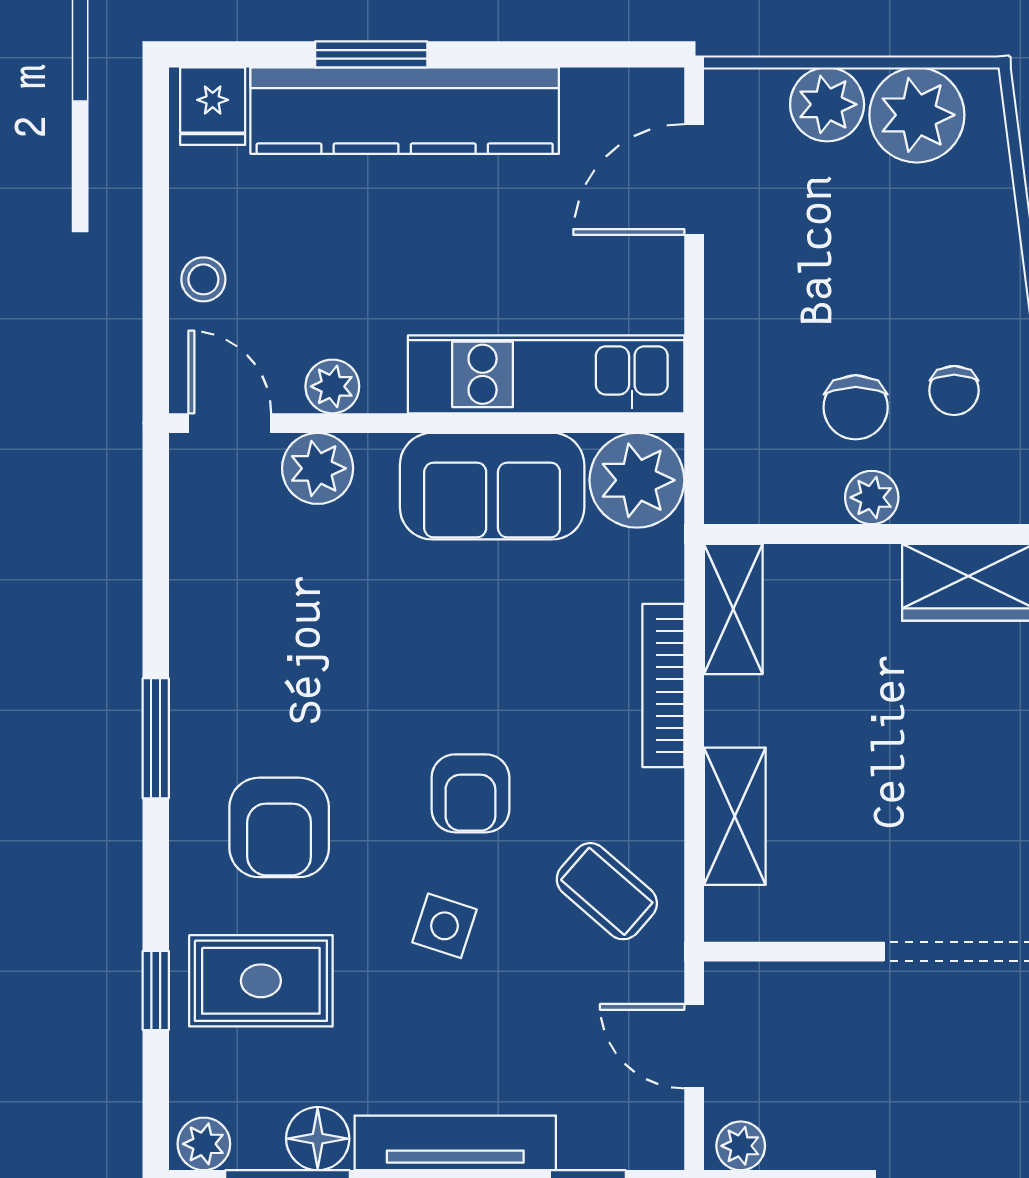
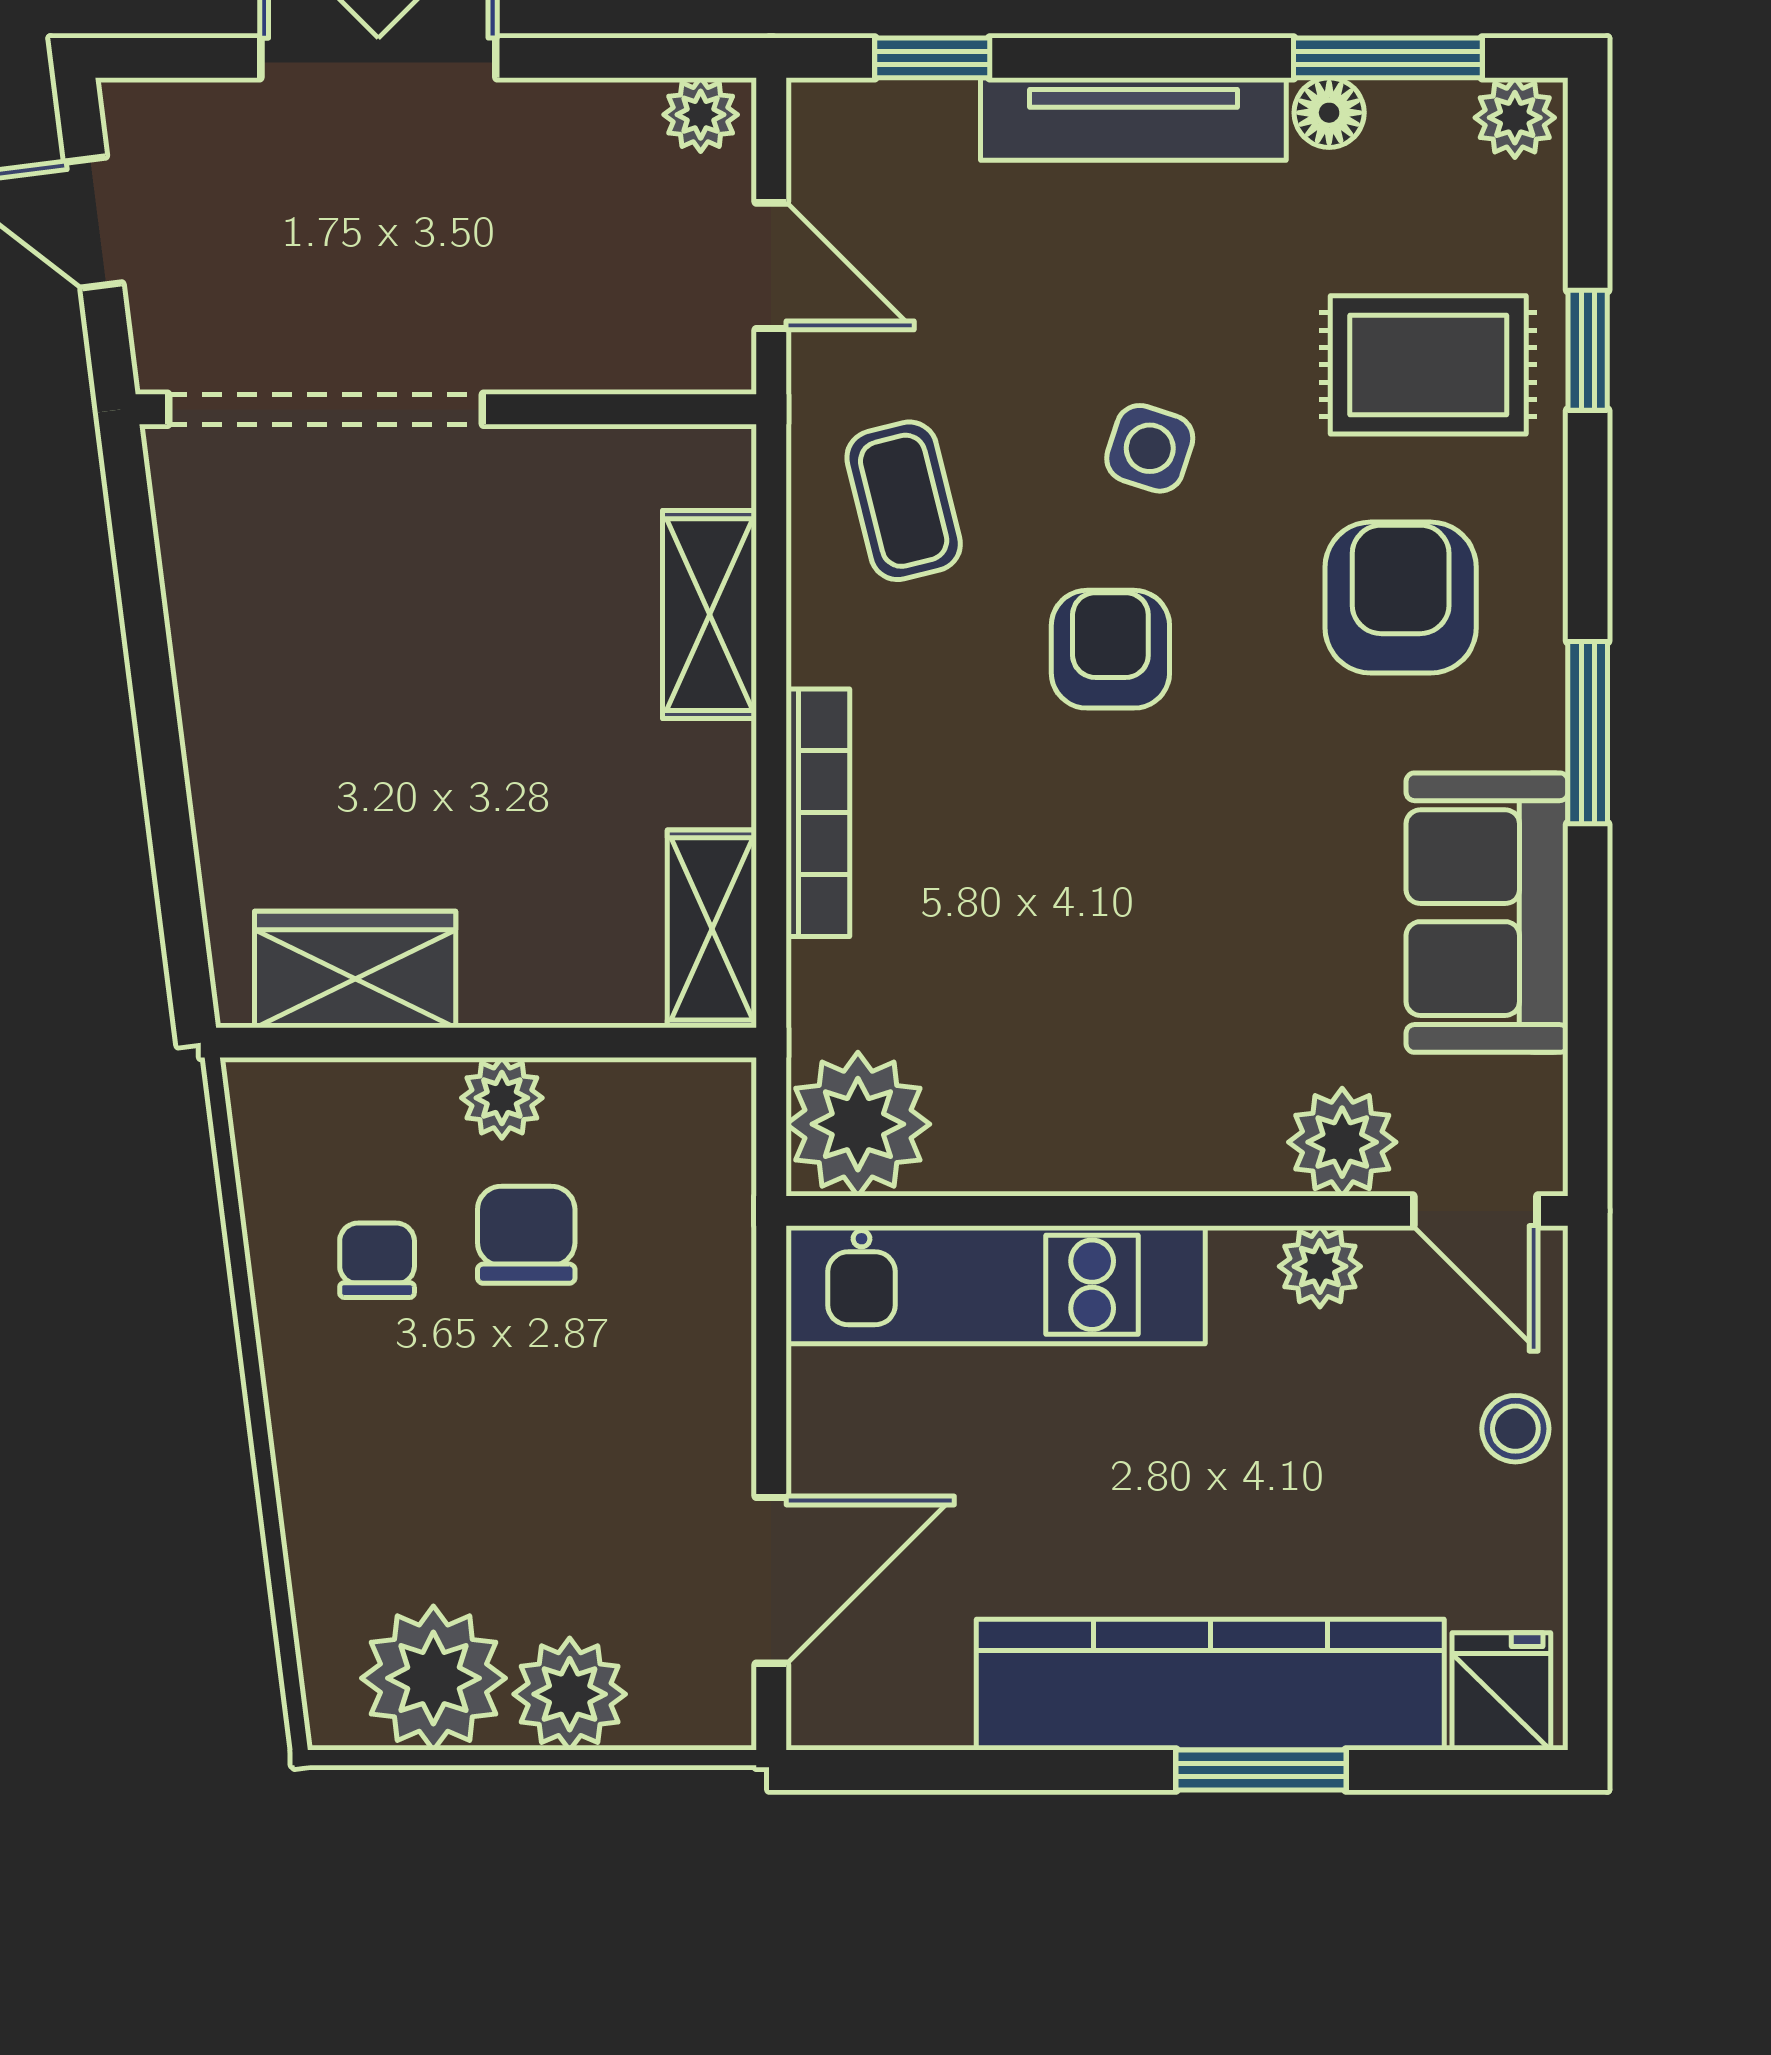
sofa: (492, 486) -> (1487, 913), moved, turned -90
coffee table: (607, 891) -> (904, 501), turned 35
floor lamp: (318, 1139) -> (1329, 113), width x0.73, depth x0.73

